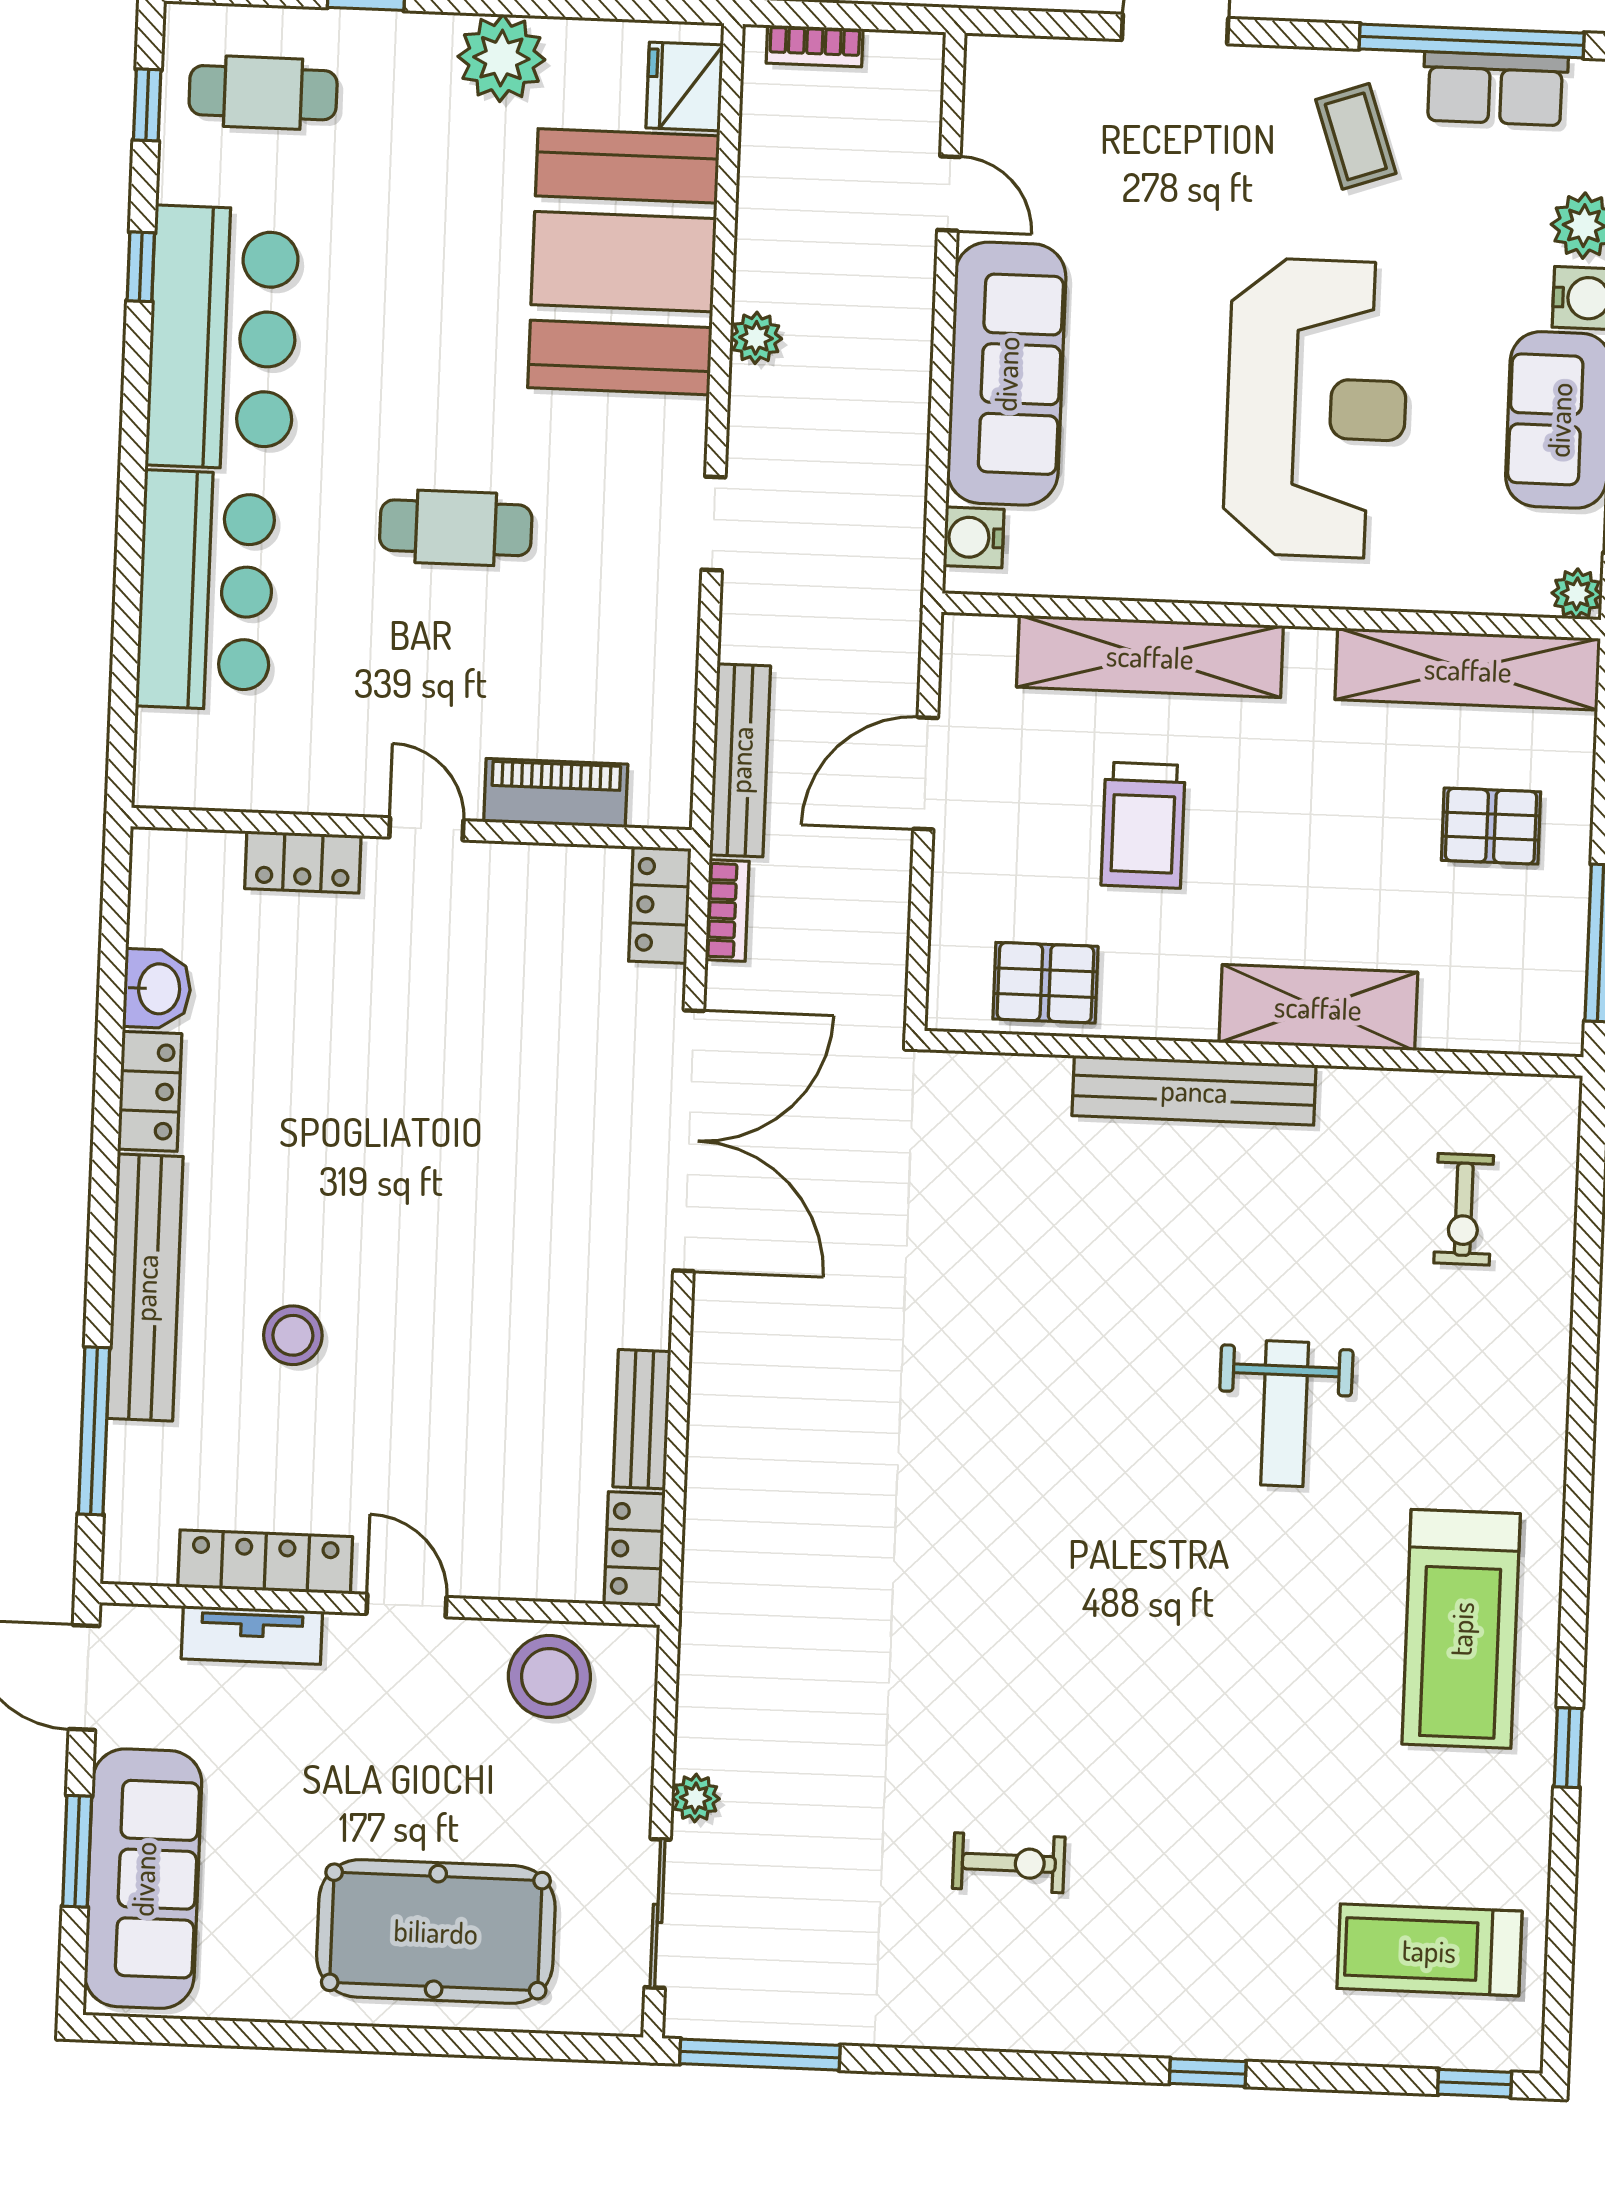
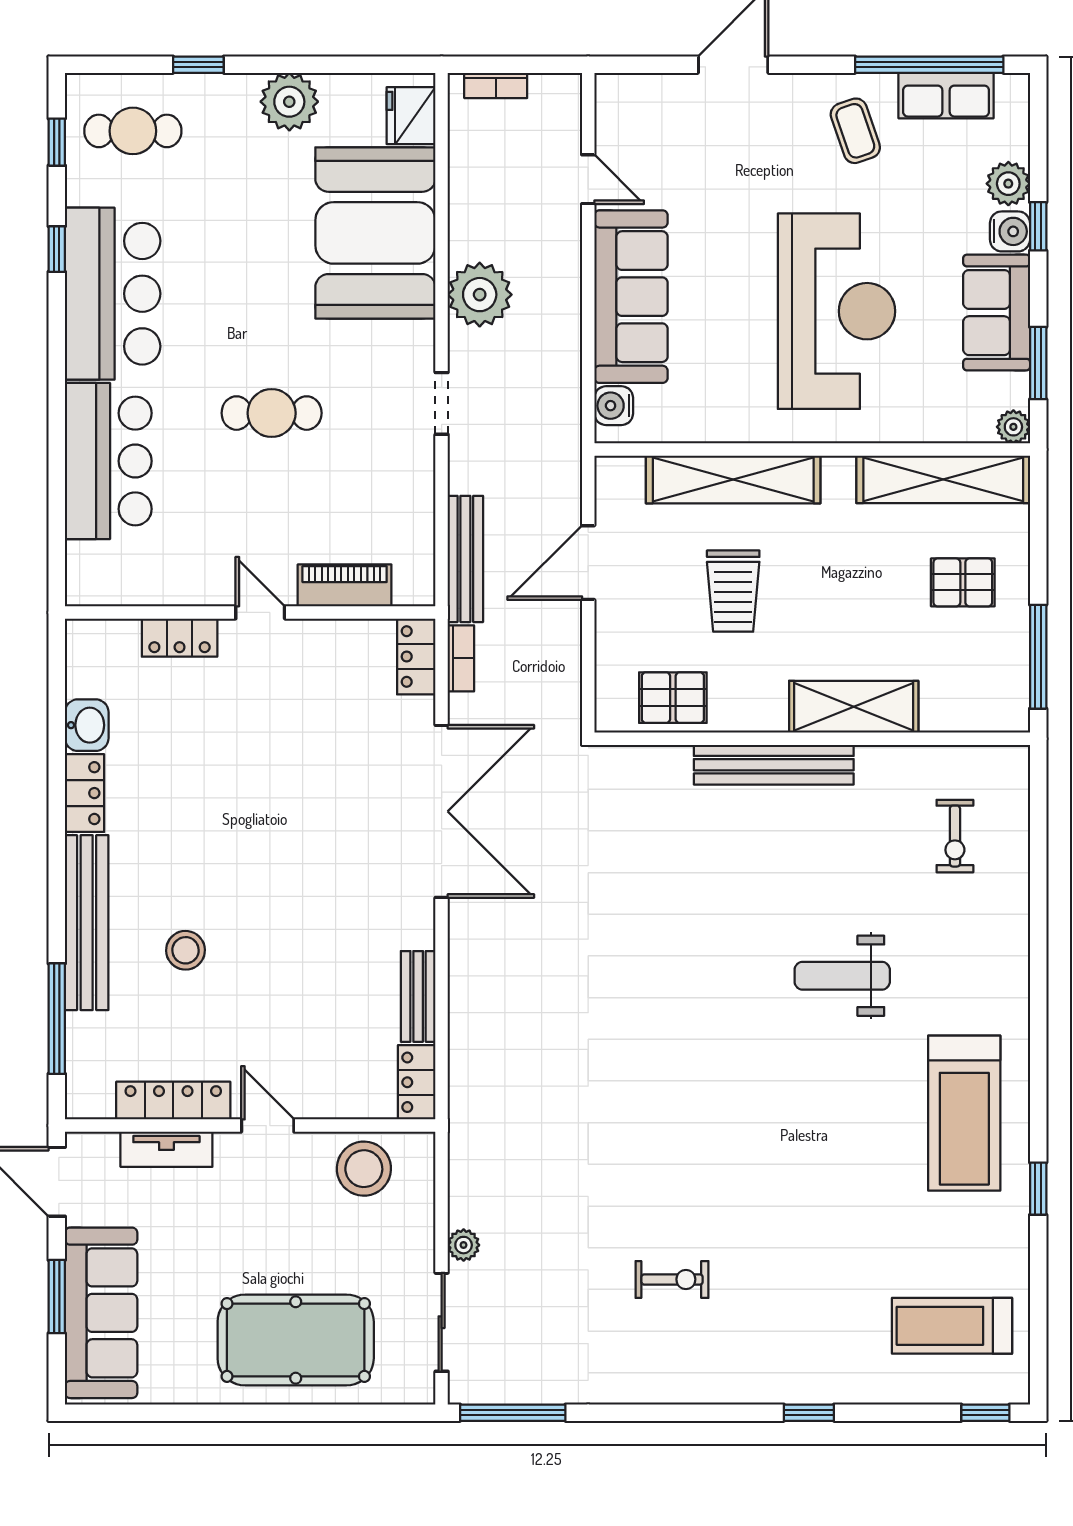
plant: (756, 338) -> (480, 295), width x1.88, depth x1.88
weight bench: (1285, 1414) -> (842, 976), turned 90

